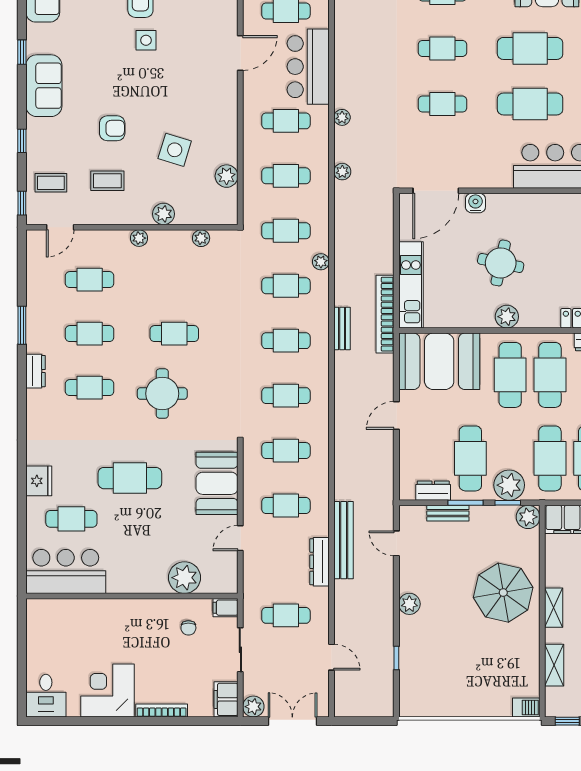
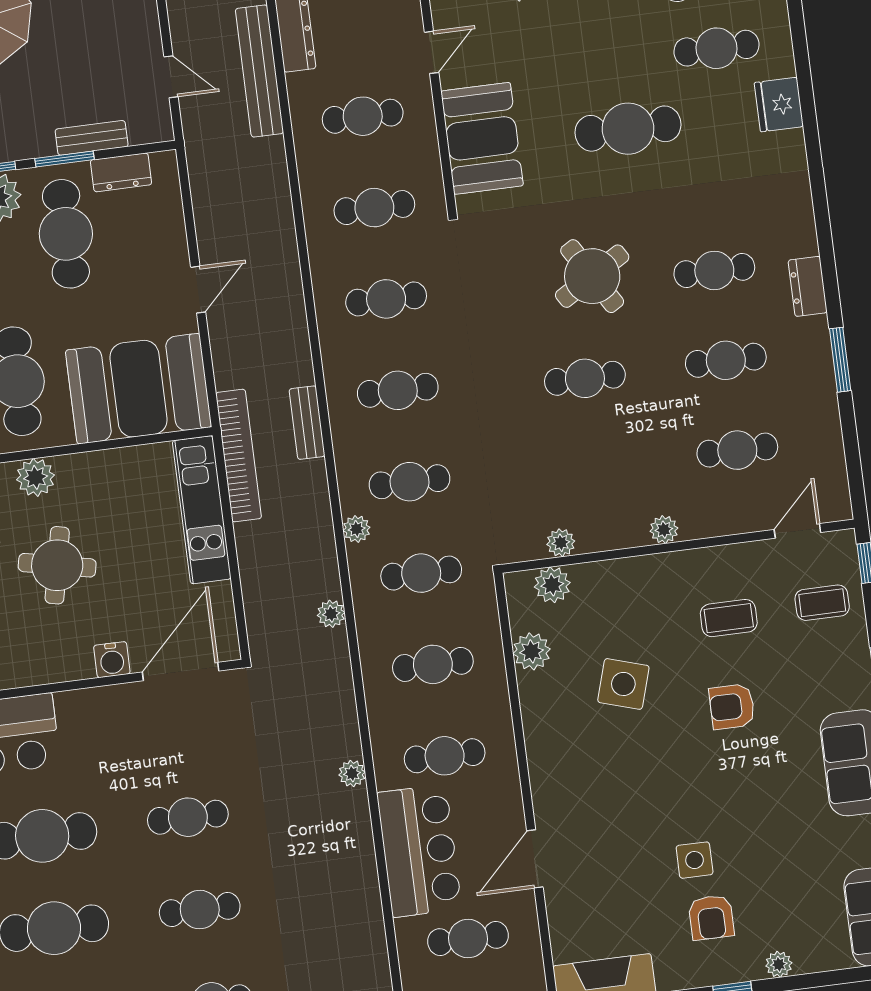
plant: (342, 172) -> (331, 614), moved
plant: (163, 214) -> (552, 585), moved
round table: (162, 394) -> (592, 276), turned -31

